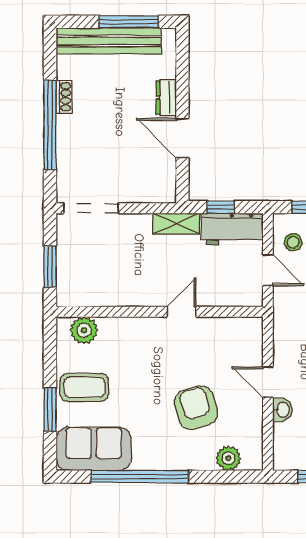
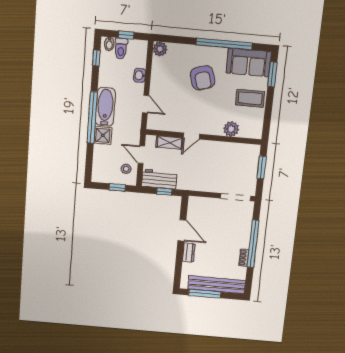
shelving: (176, 224) -> (169, 143), moved
plant: (84, 330) -> (231, 129), moved
door: (268, 382) -> (146, 104), moved
armchair: (196, 408) -> (203, 78), moved
window: (50, 409) -> (272, 74), moved
plant: (228, 458) -> (160, 49), moved

